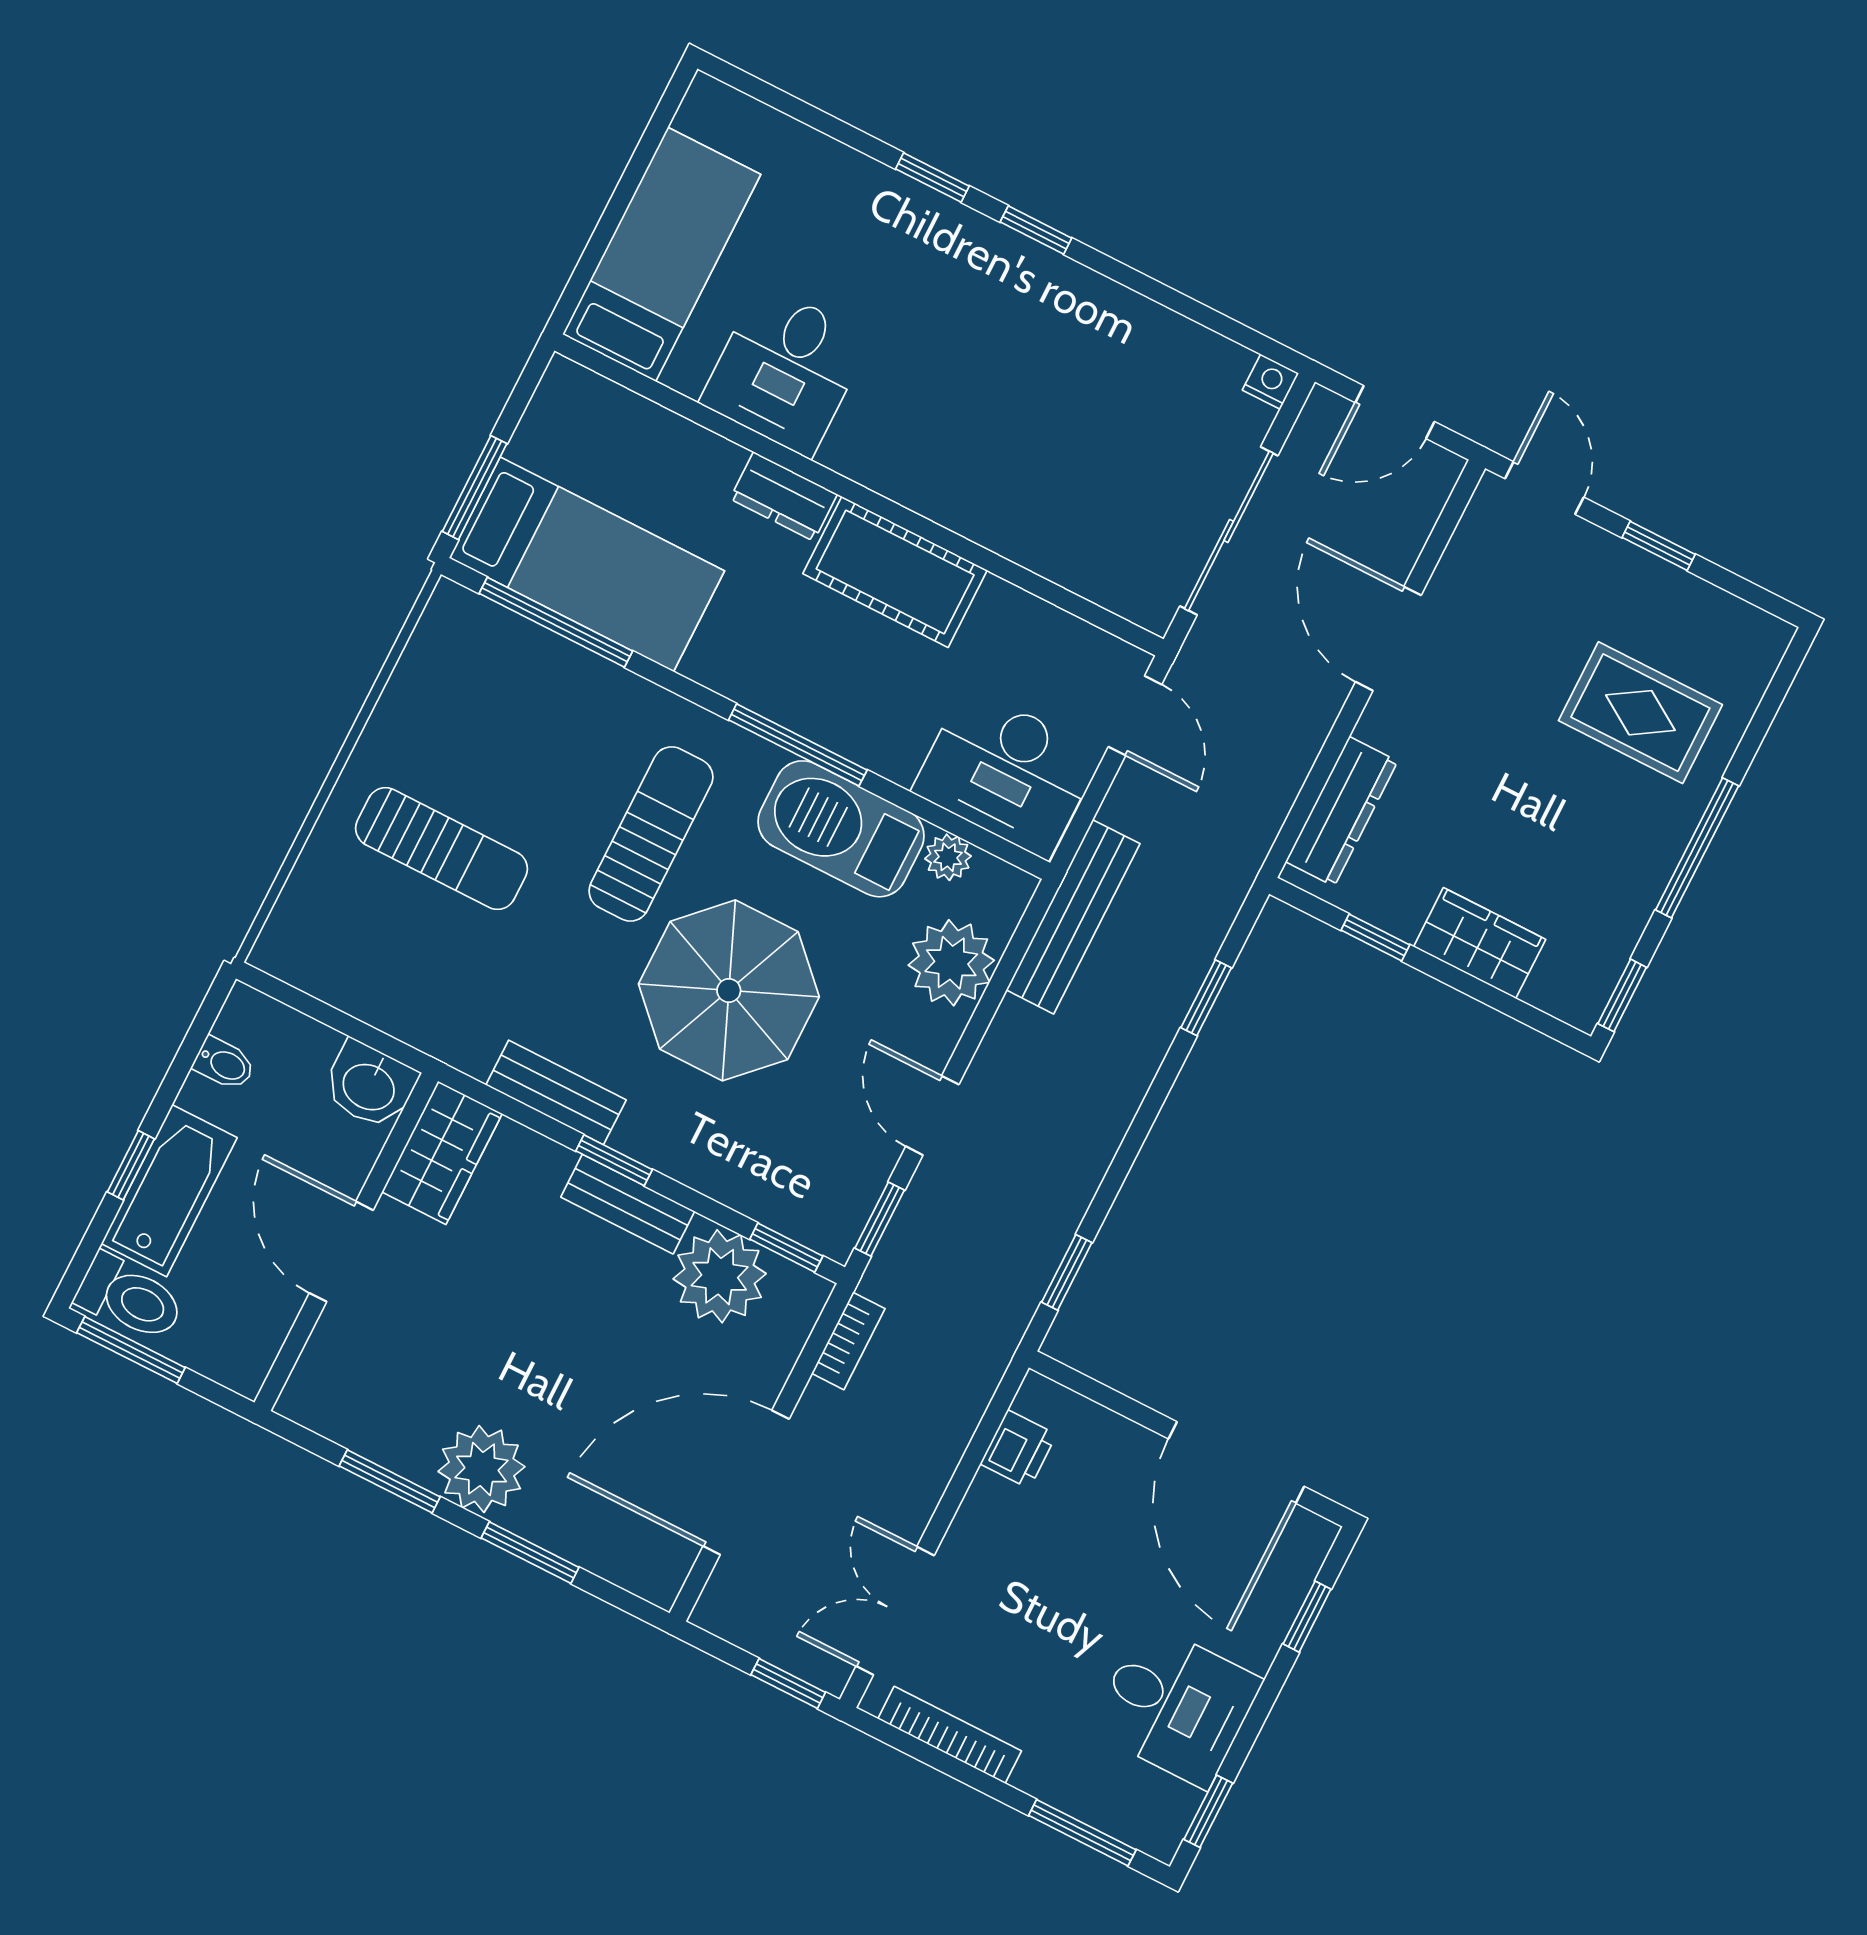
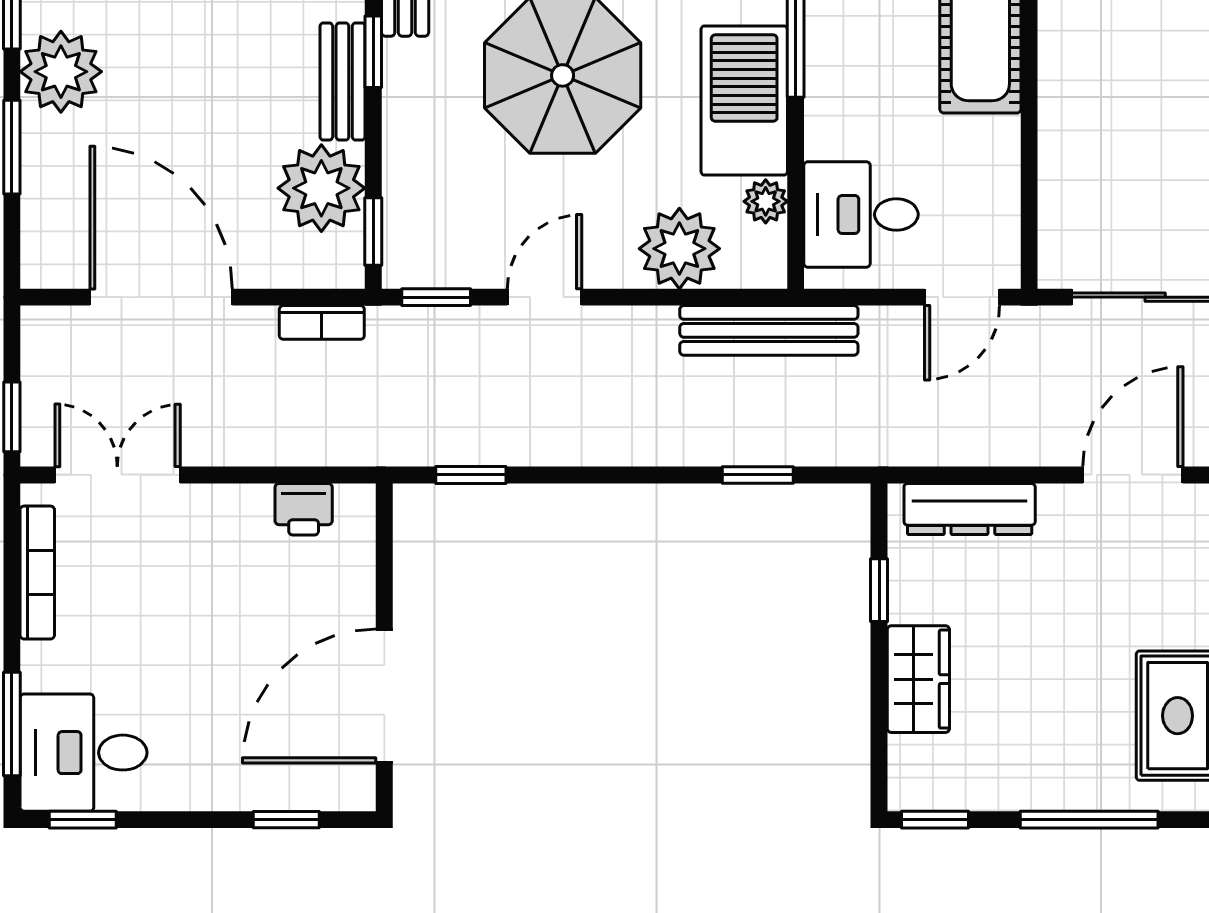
desk: (1007, 772) -> (861, 214), width x0.73
desk: (1176, 1705) -> (84, 753), moved, turned 90

